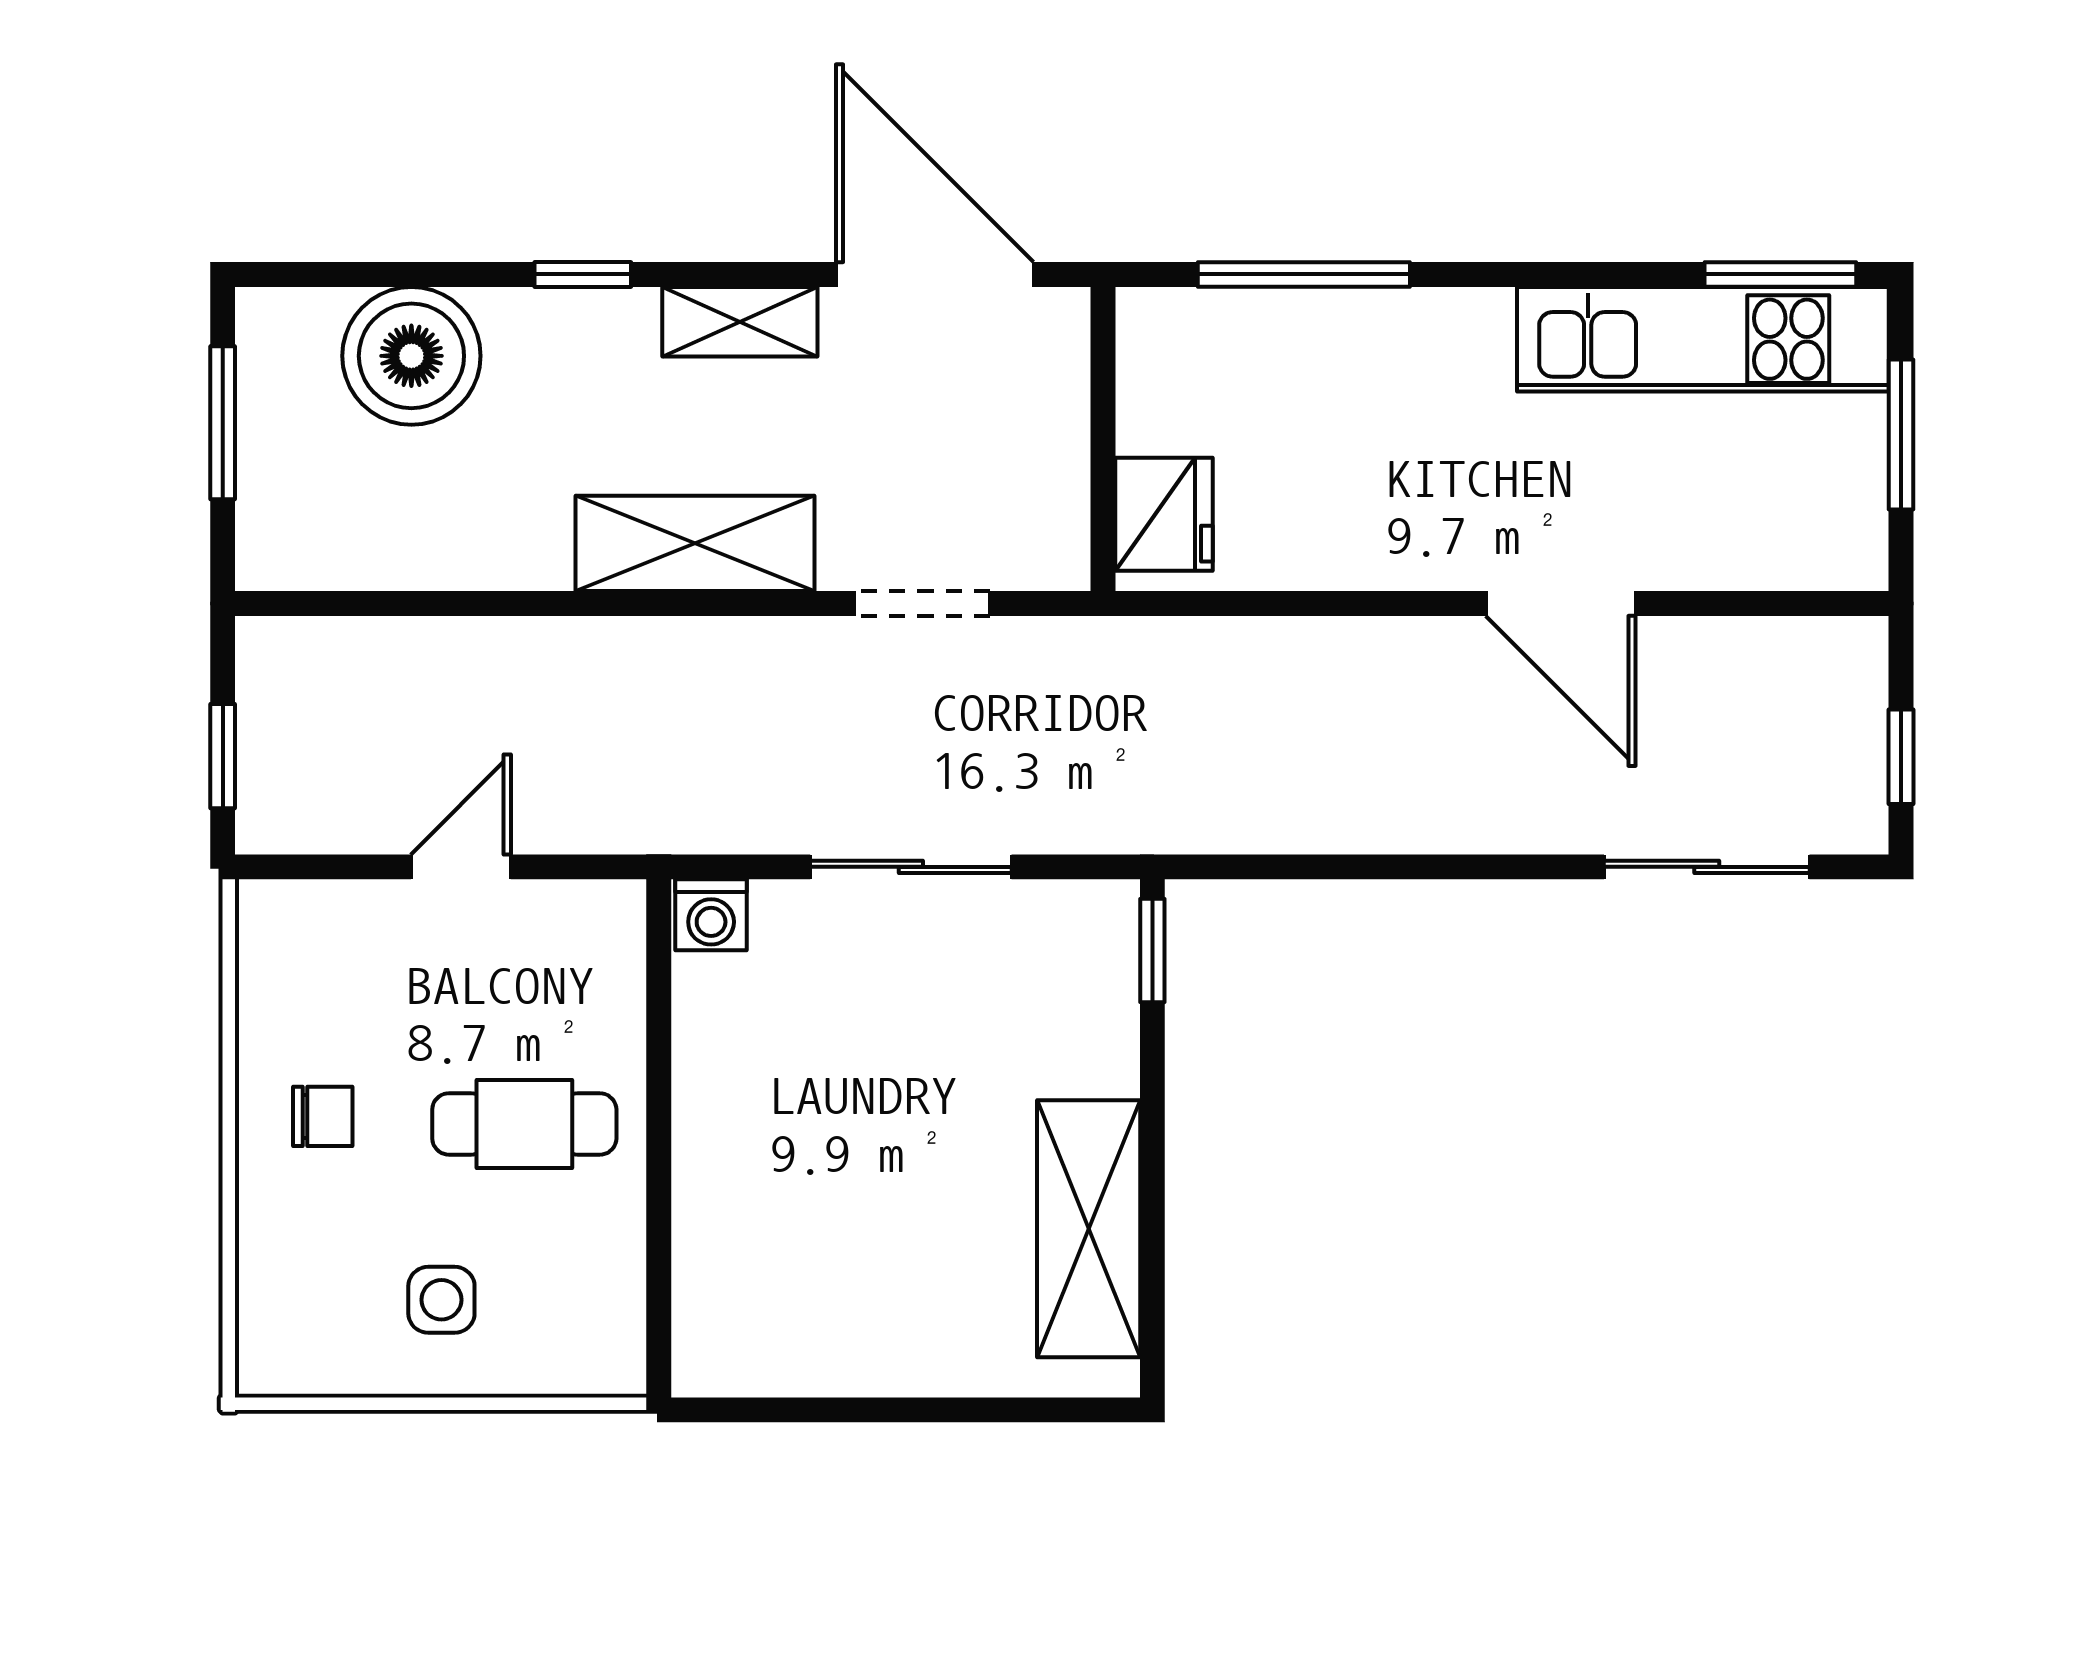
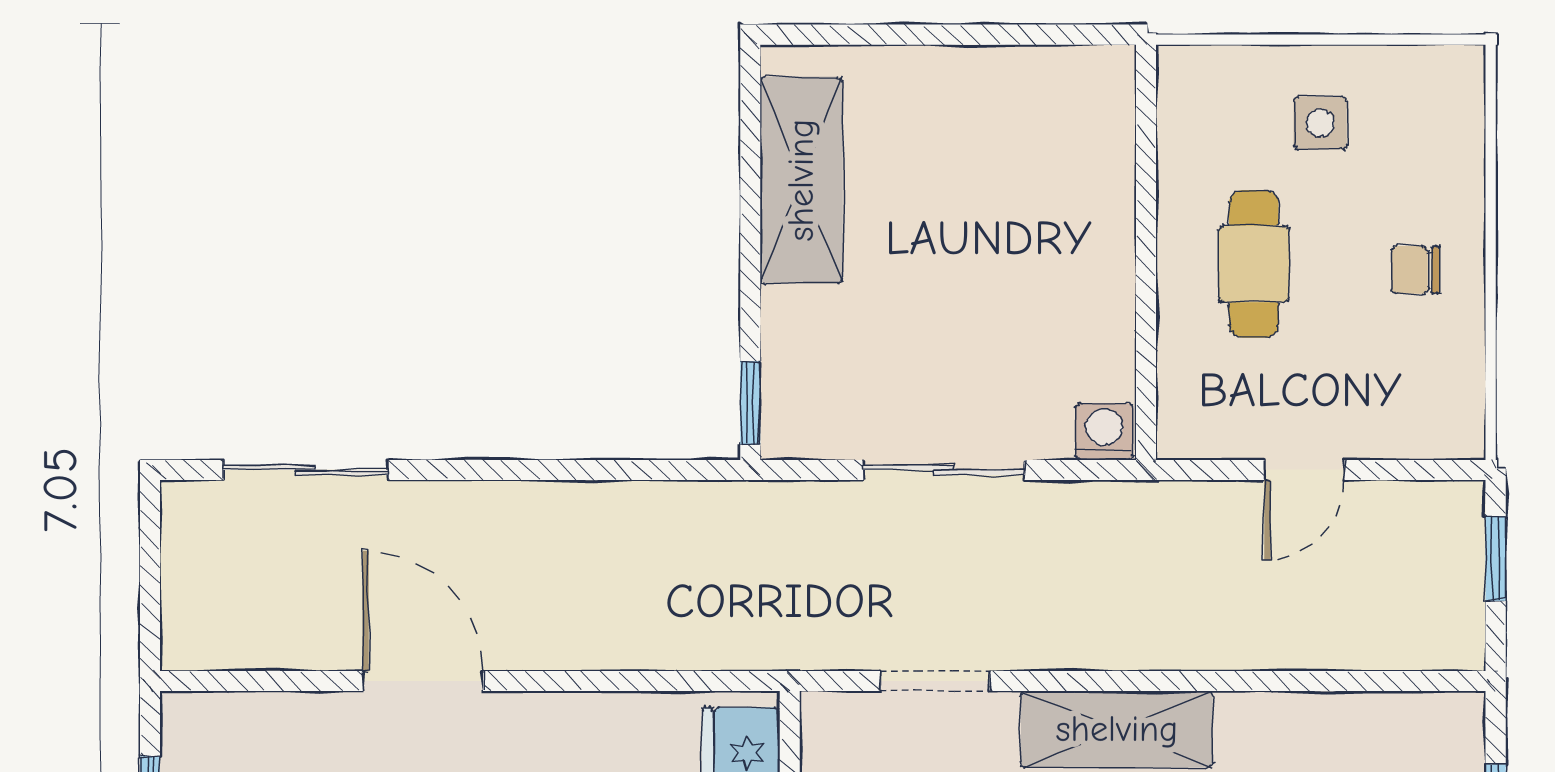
window: (1901, 757) -> (150, 558), removed
cafe table: (524, 1124) -> (1254, 264), turned 90

